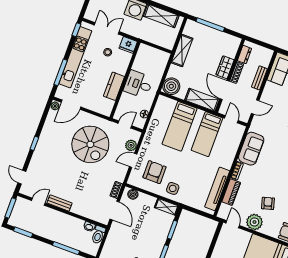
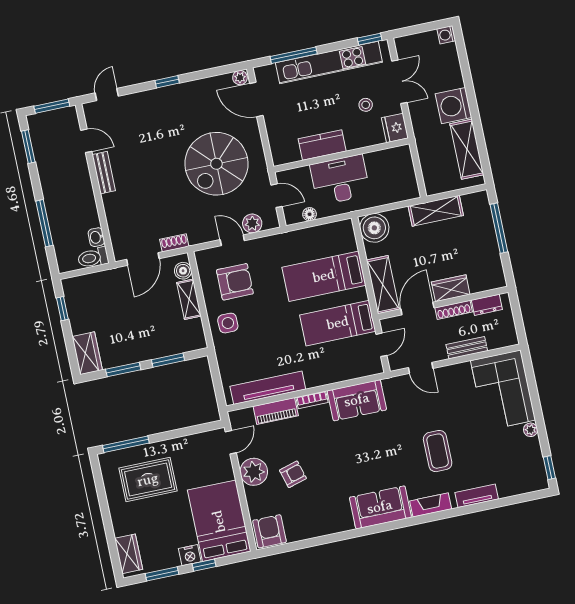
desk: (138, 84) -> (340, 180), width x1.37
shelving: (167, 207) -> (189, 299), moved

